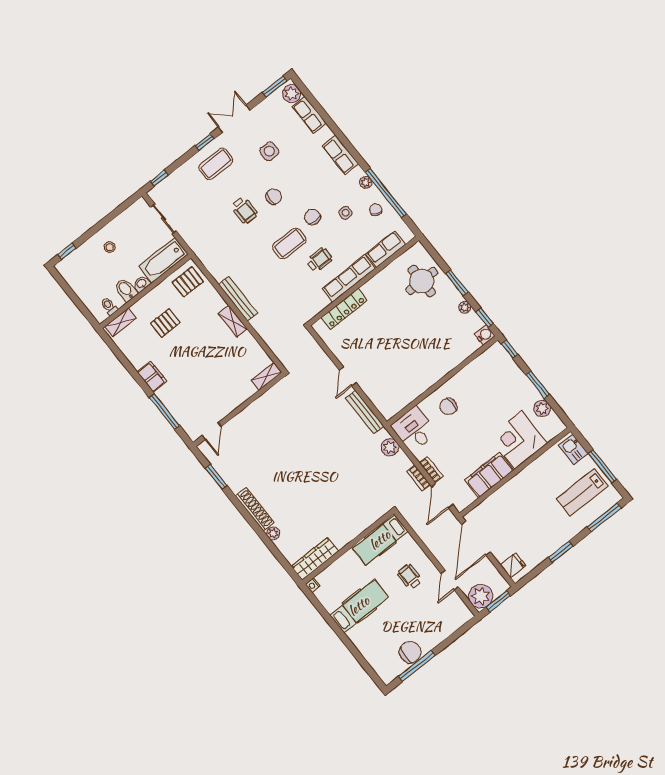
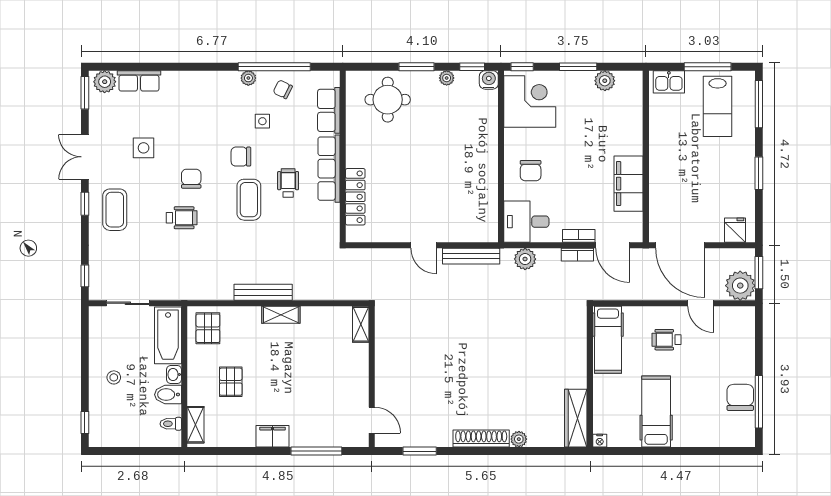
row of seats: (340, 155) -> (202, 81), removed
corner desk: (518, 440) -> (530, 102), moved, turned 180

